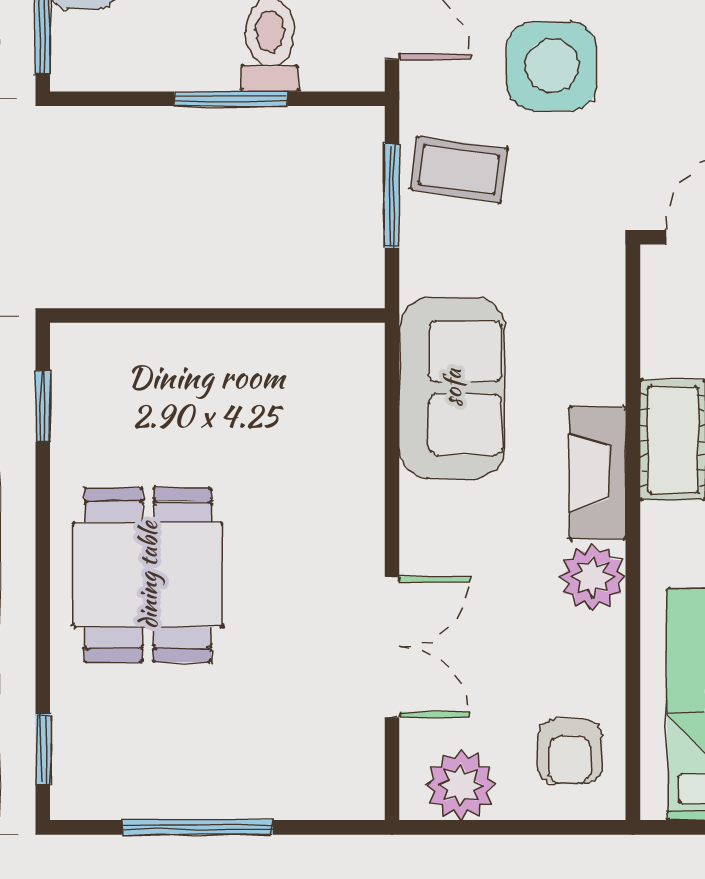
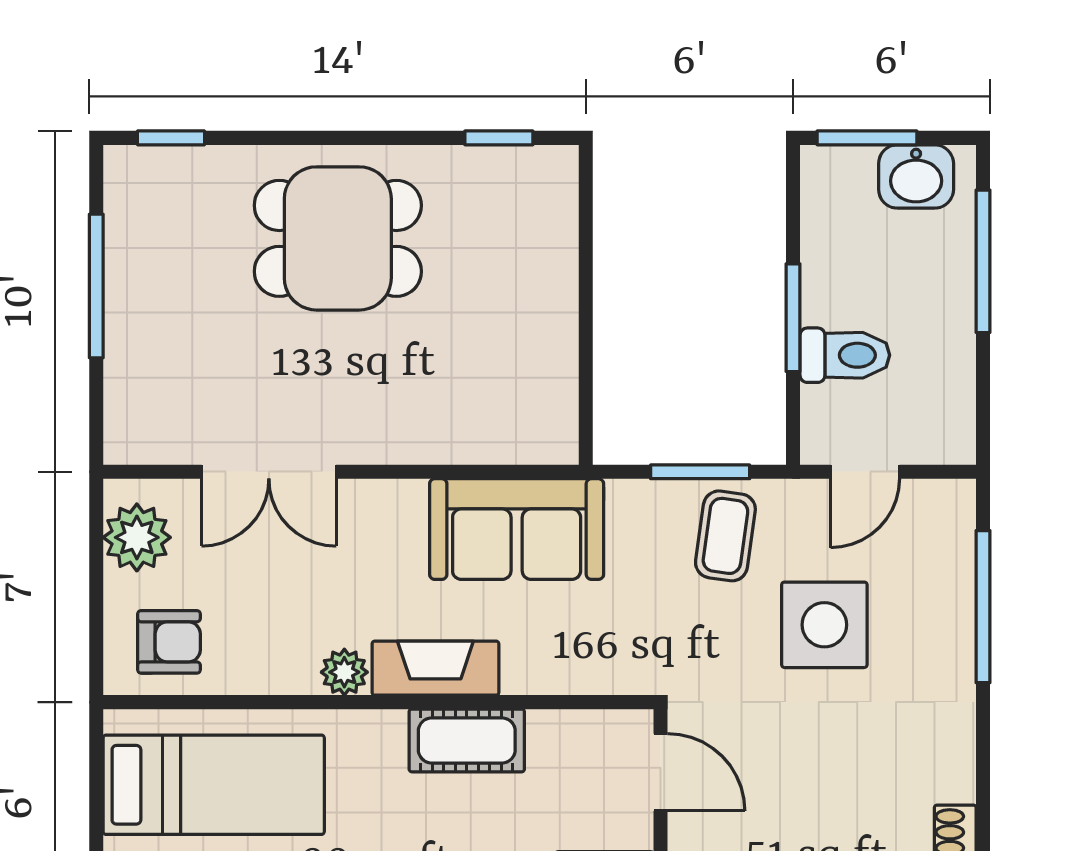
plant: (592, 577) -> (344, 672), width x0.73, depth x0.73
armchair: (570, 751) -> (169, 642), turned 180

